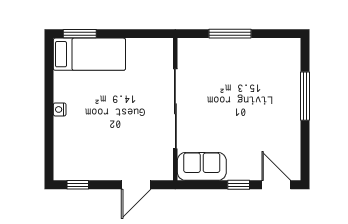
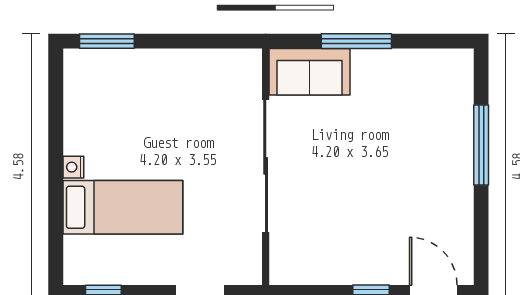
bed: (89, 54) -> (123, 207), moved
sofa: (202, 166) -> (310, 72), moved, turned 180

